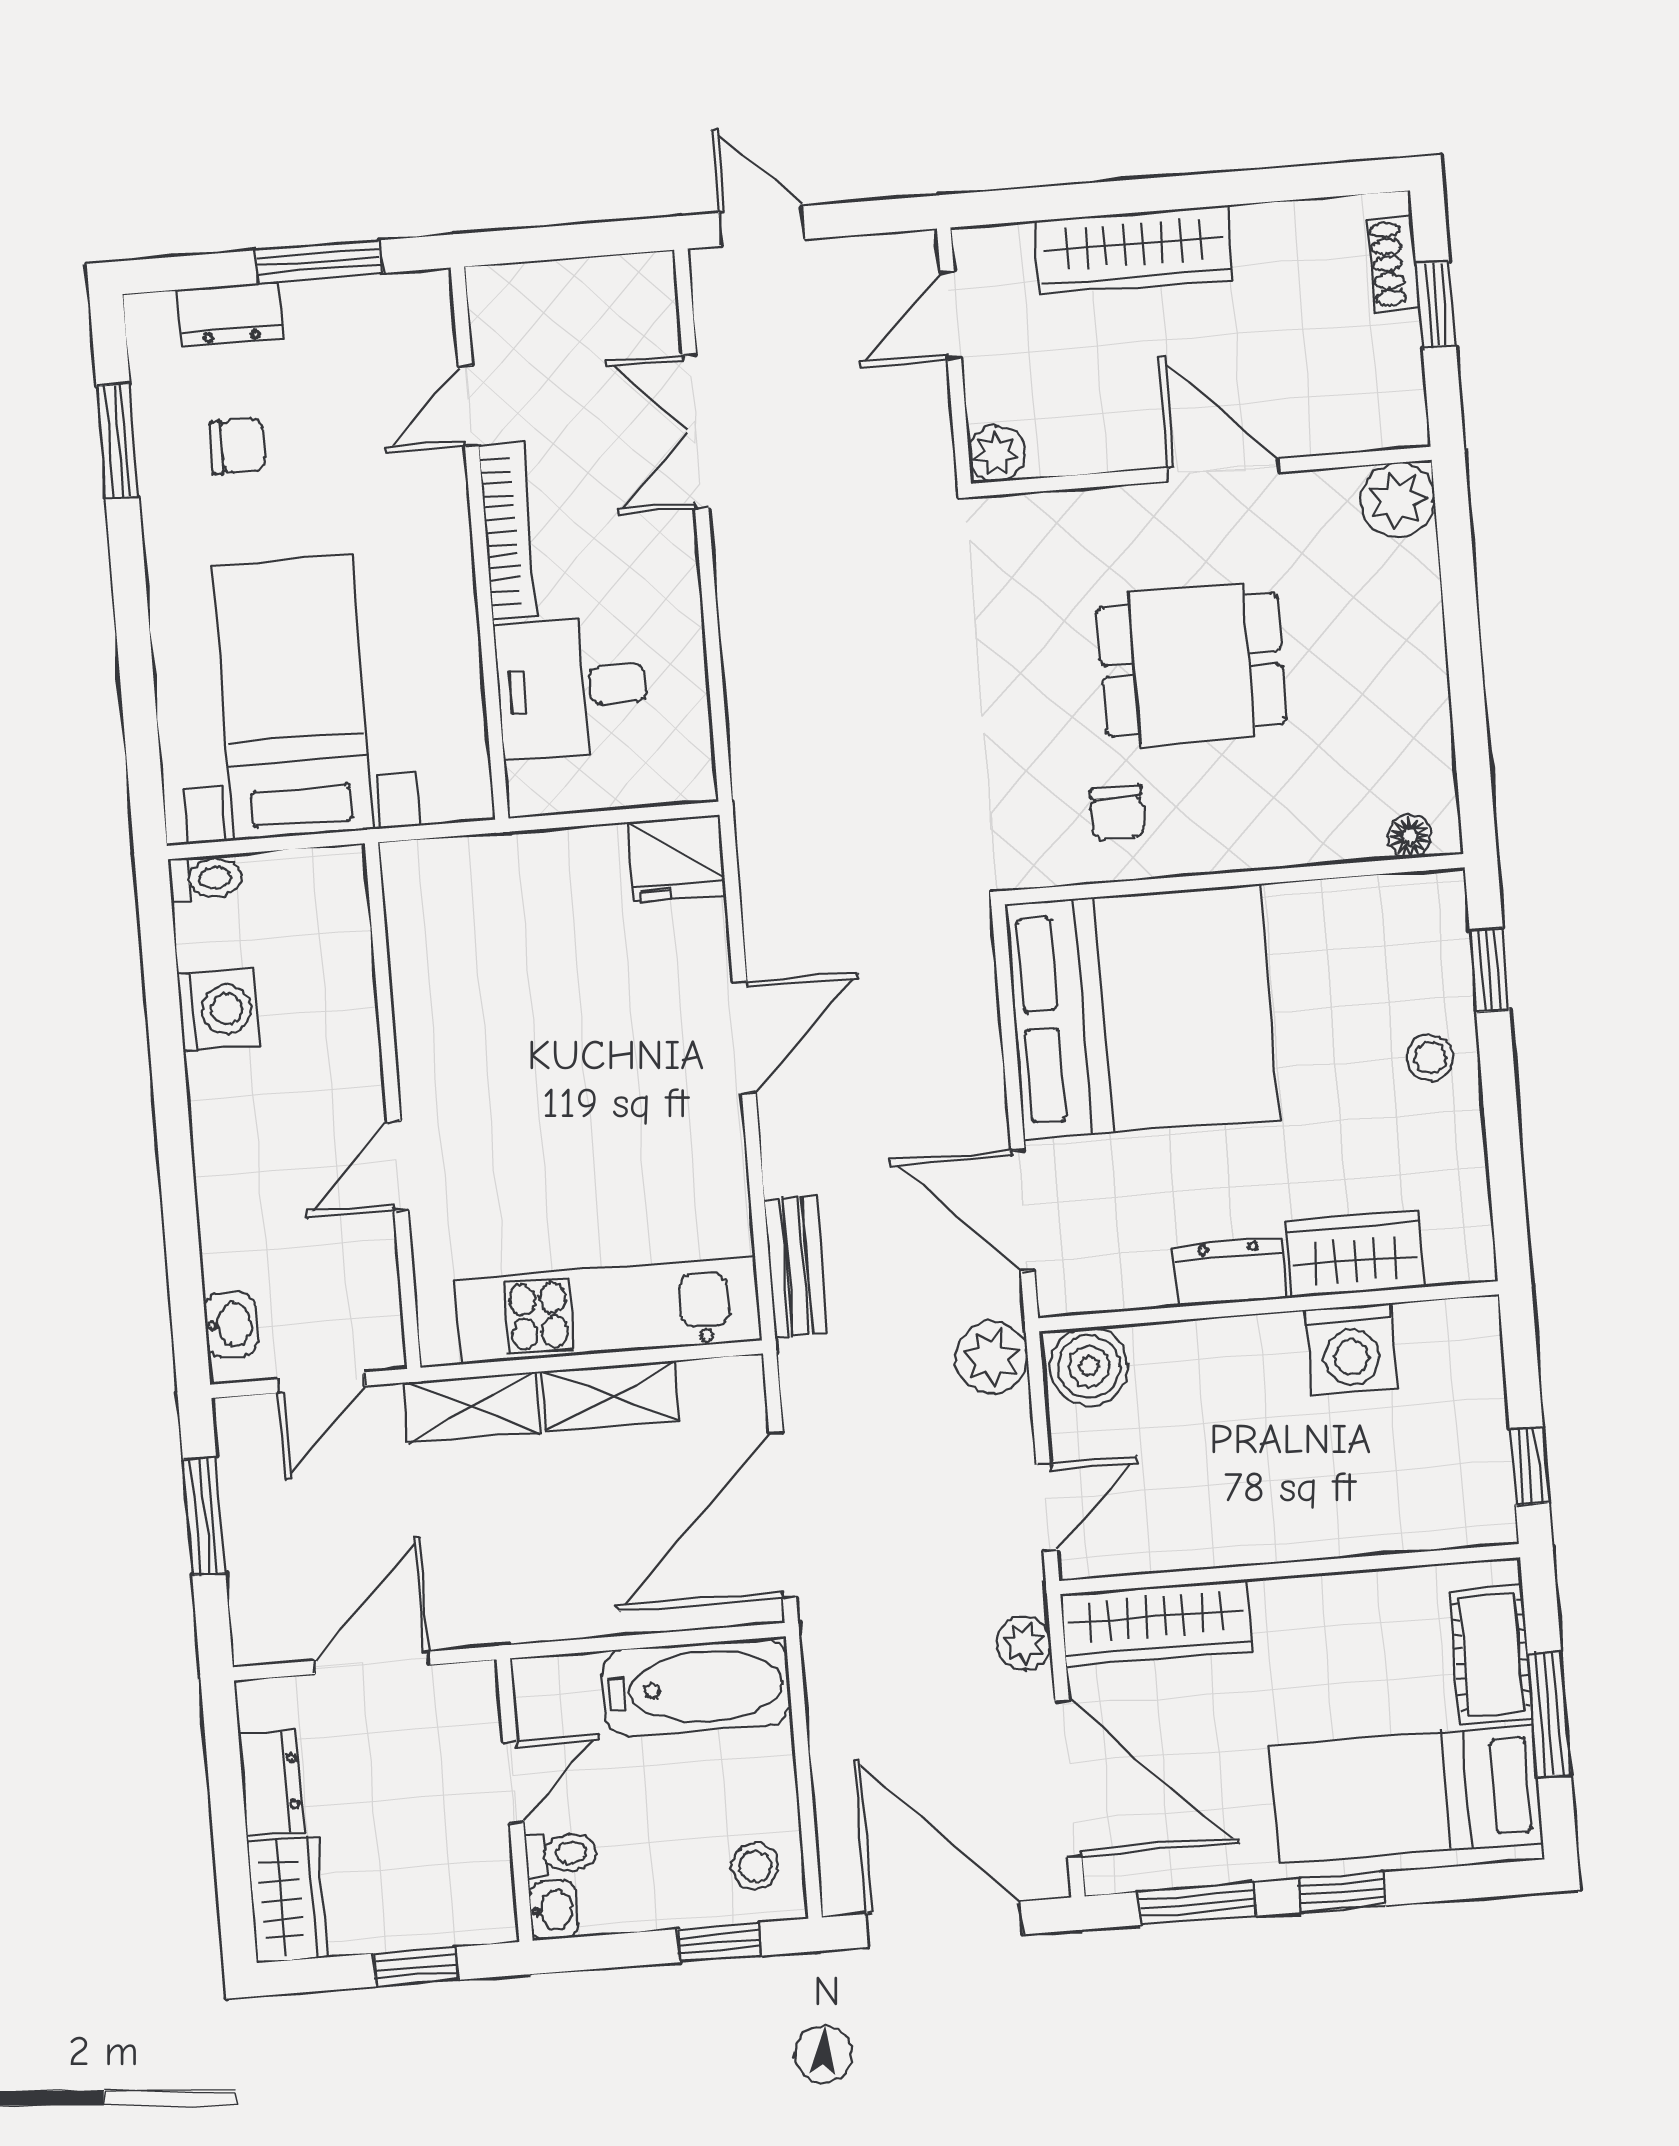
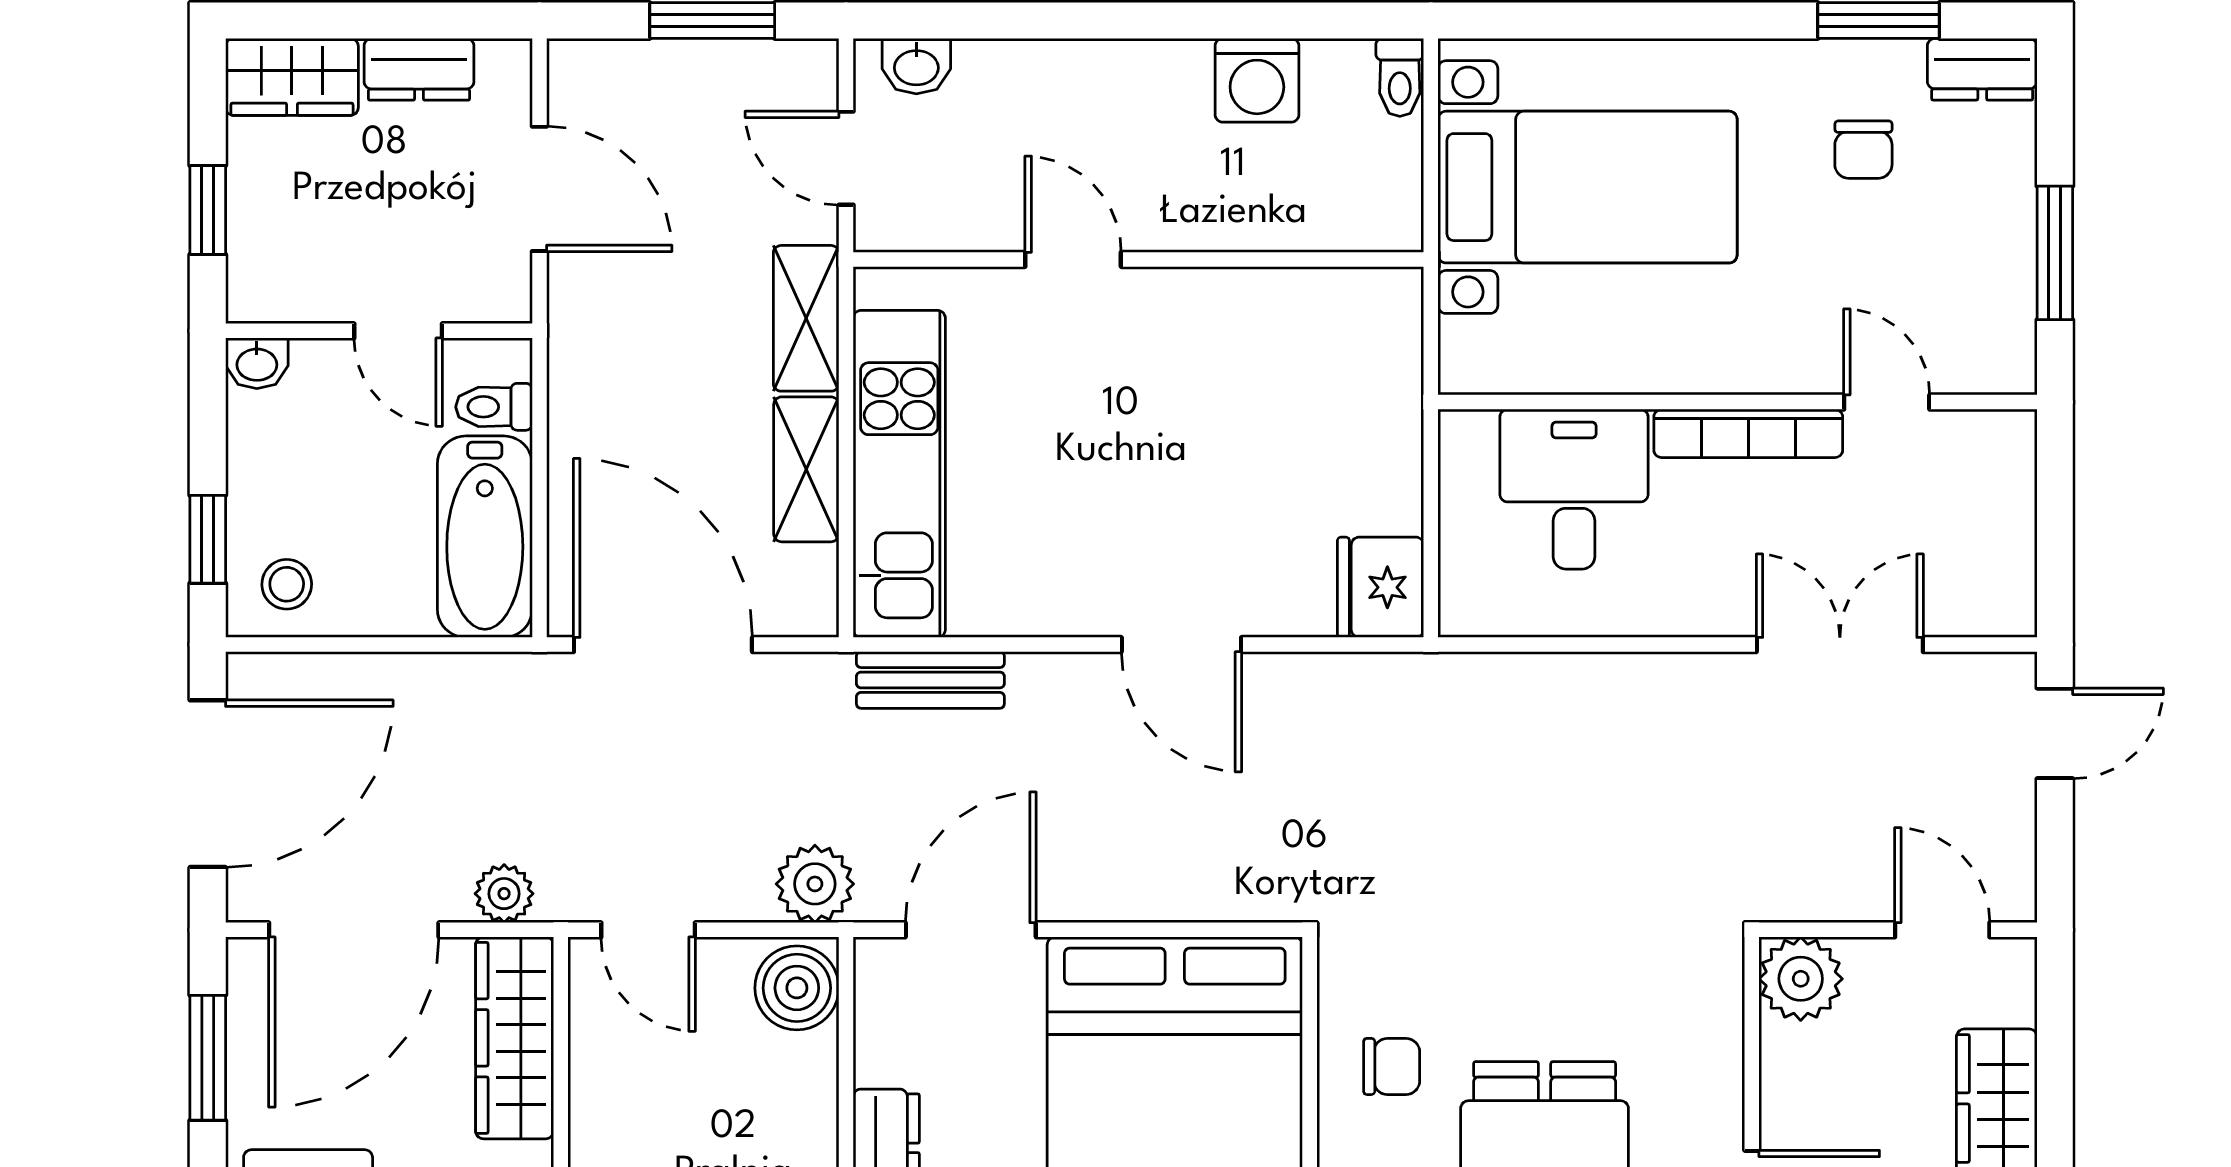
dresser: (230, 314) -> (1982, 69), moved, turned -90
plant: (997, 453) -> (1801, 979), width x1.38, depth x1.38
chair: (1117, 813) -> (1392, 1066), turned 180
toilet: (561, 1853) -> (494, 407), moved, turned 90

